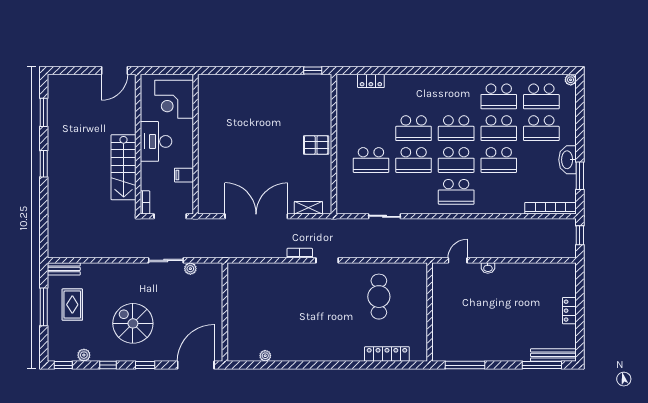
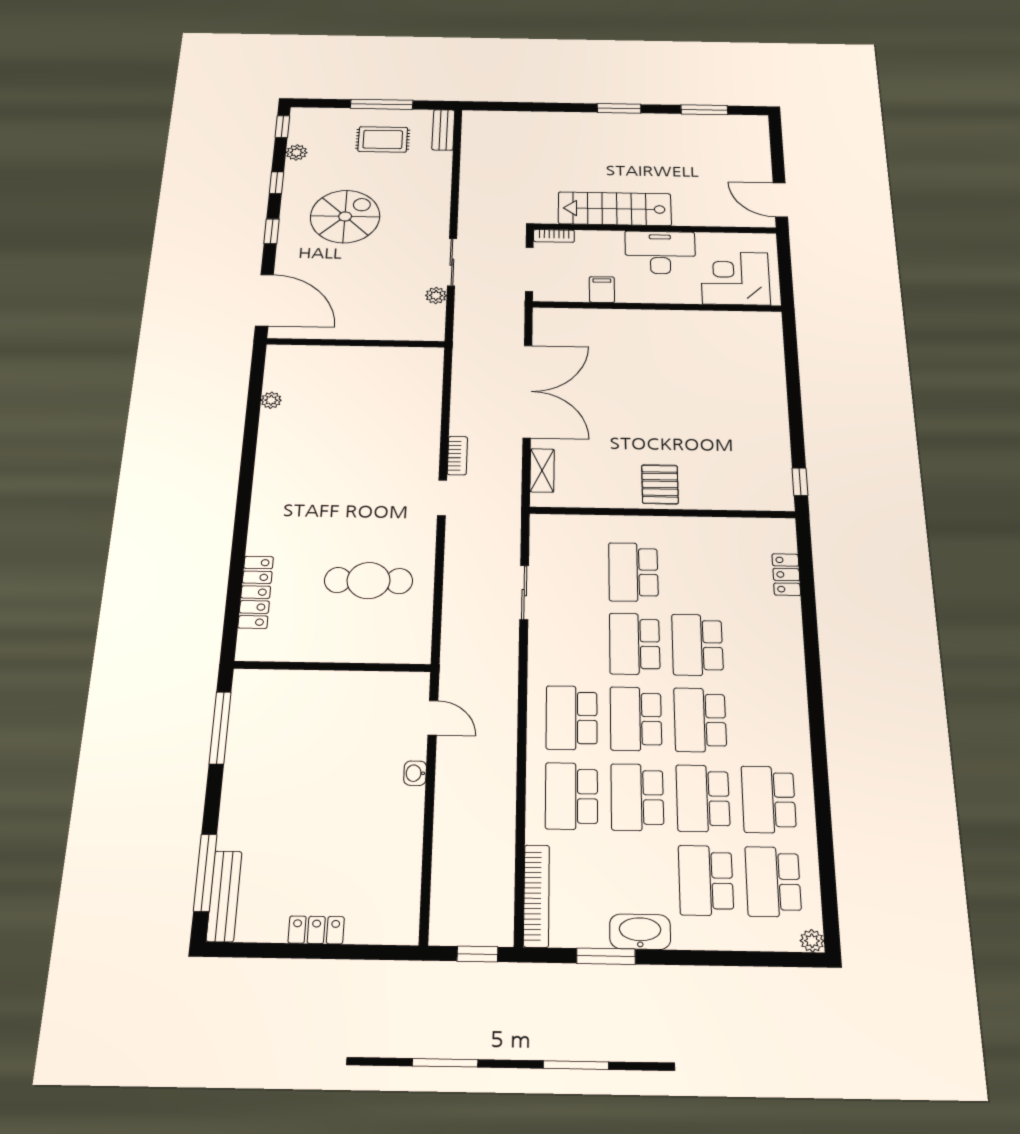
school desk: (499, 192) -> (571, 796), added

